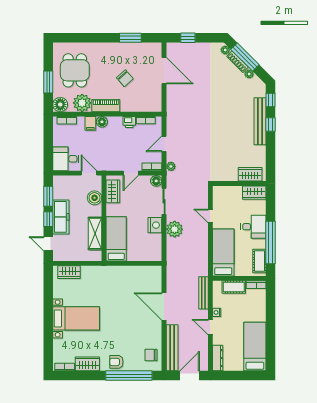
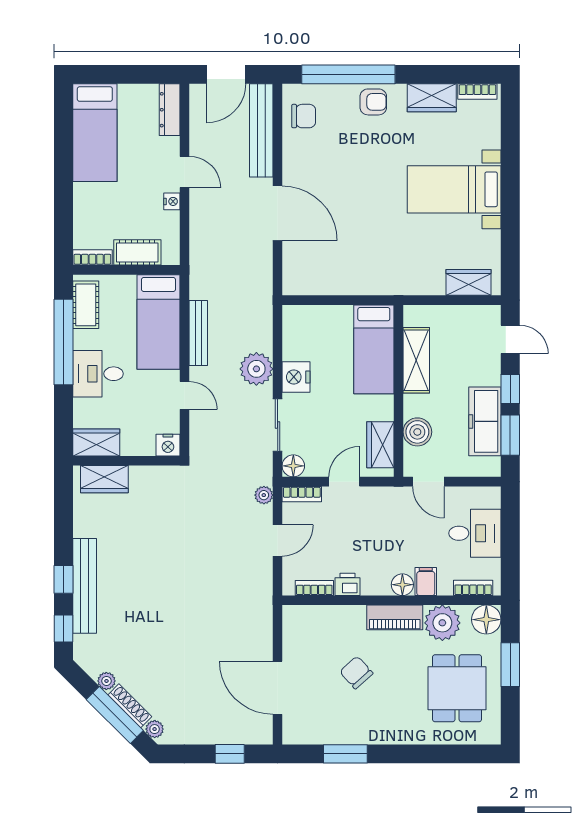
desk: (66, 159) -> (475, 533), moved
nightstand: (219, 191) -> (168, 445), added
freezer: (61, 217) -> (485, 421), moved
bench: (203, 293) -> (198, 333), moved

